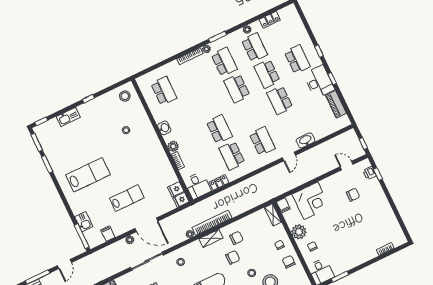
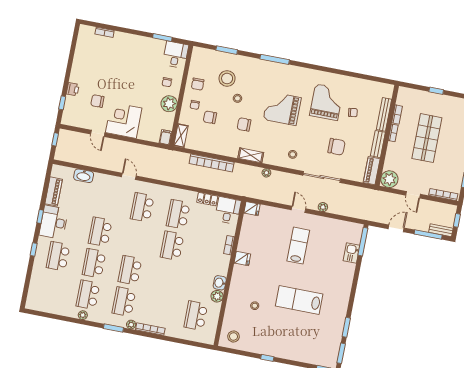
locker: (270, 20) -> (56, 309), removed
school desk: (267, 74) -> (94, 263), turned 180
school desk: (237, 88) -> (130, 270), turned 180
school desk: (280, 100) -> (100, 232), turned 180
kitchen sink: (68, 117) -> (297, 355), removed
washbasin: (306, 140) -> (84, 176), moved
plant: (173, 146) -> (217, 296), moved
school desk: (232, 156) -> (178, 214), turned 180
door: (289, 157) -> (129, 176), hinge flipped
door: (347, 166) -> (98, 133), moved
printer: (370, 173) -> (73, 89), moved
lab bench: (88, 175) -> (299, 300), moved
fridge: (176, 189) -> (242, 258), moved
lab bench: (127, 198) -> (298, 246), turned 90
corner desk: (311, 201) -> (124, 120), moved
bookcase: (212, 223) -> (212, 163), moved
door: (146, 225) -> (298, 209), width x0.53
filing cabinet: (108, 234) -> (338, 227), removed
chair: (236, 238) -> (210, 117), moved

